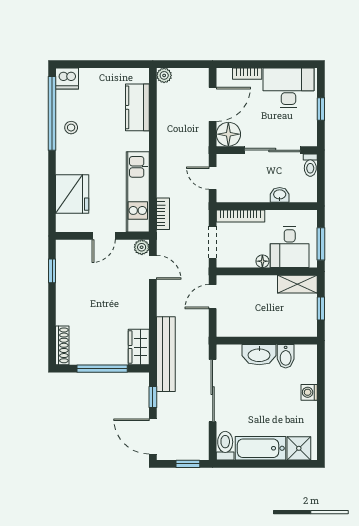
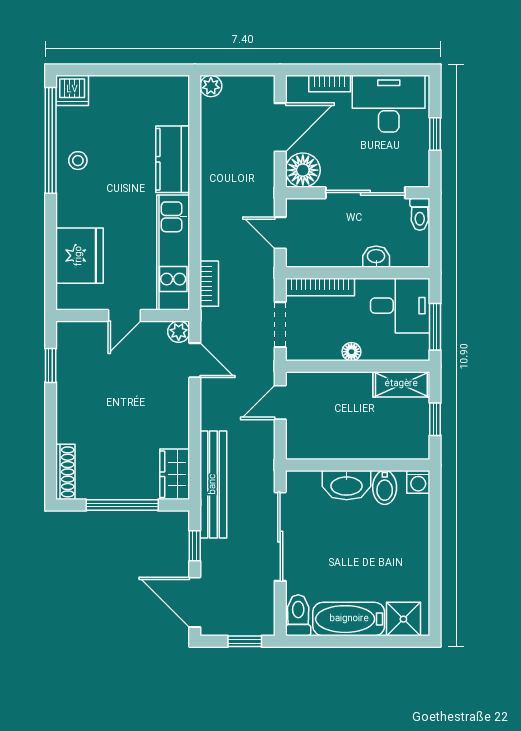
kitchen counter: (137, 107) -> (173, 159), moved
desk: (290, 247) -> (400, 306), moved, turned -90
washing machine: (309, 392) -> (418, 482), moved, turned -90

